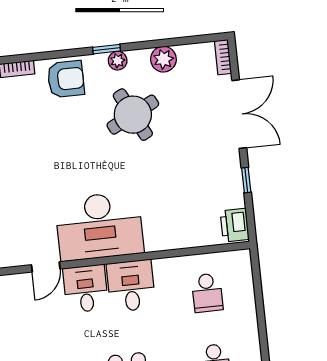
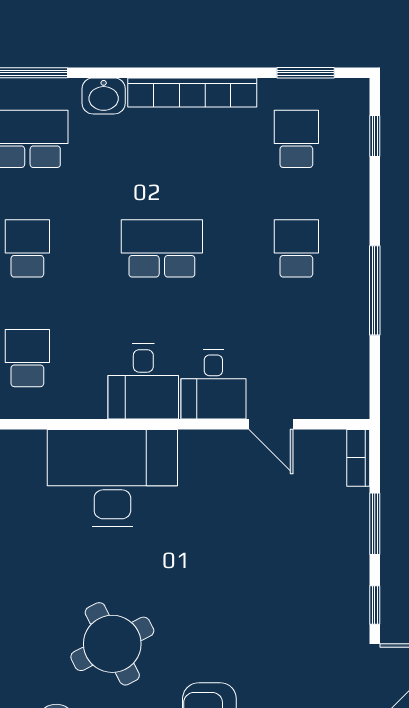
desk: (99, 226) -> (112, 478), moved
door: (46, 267) -> (271, 424), swing flipped

